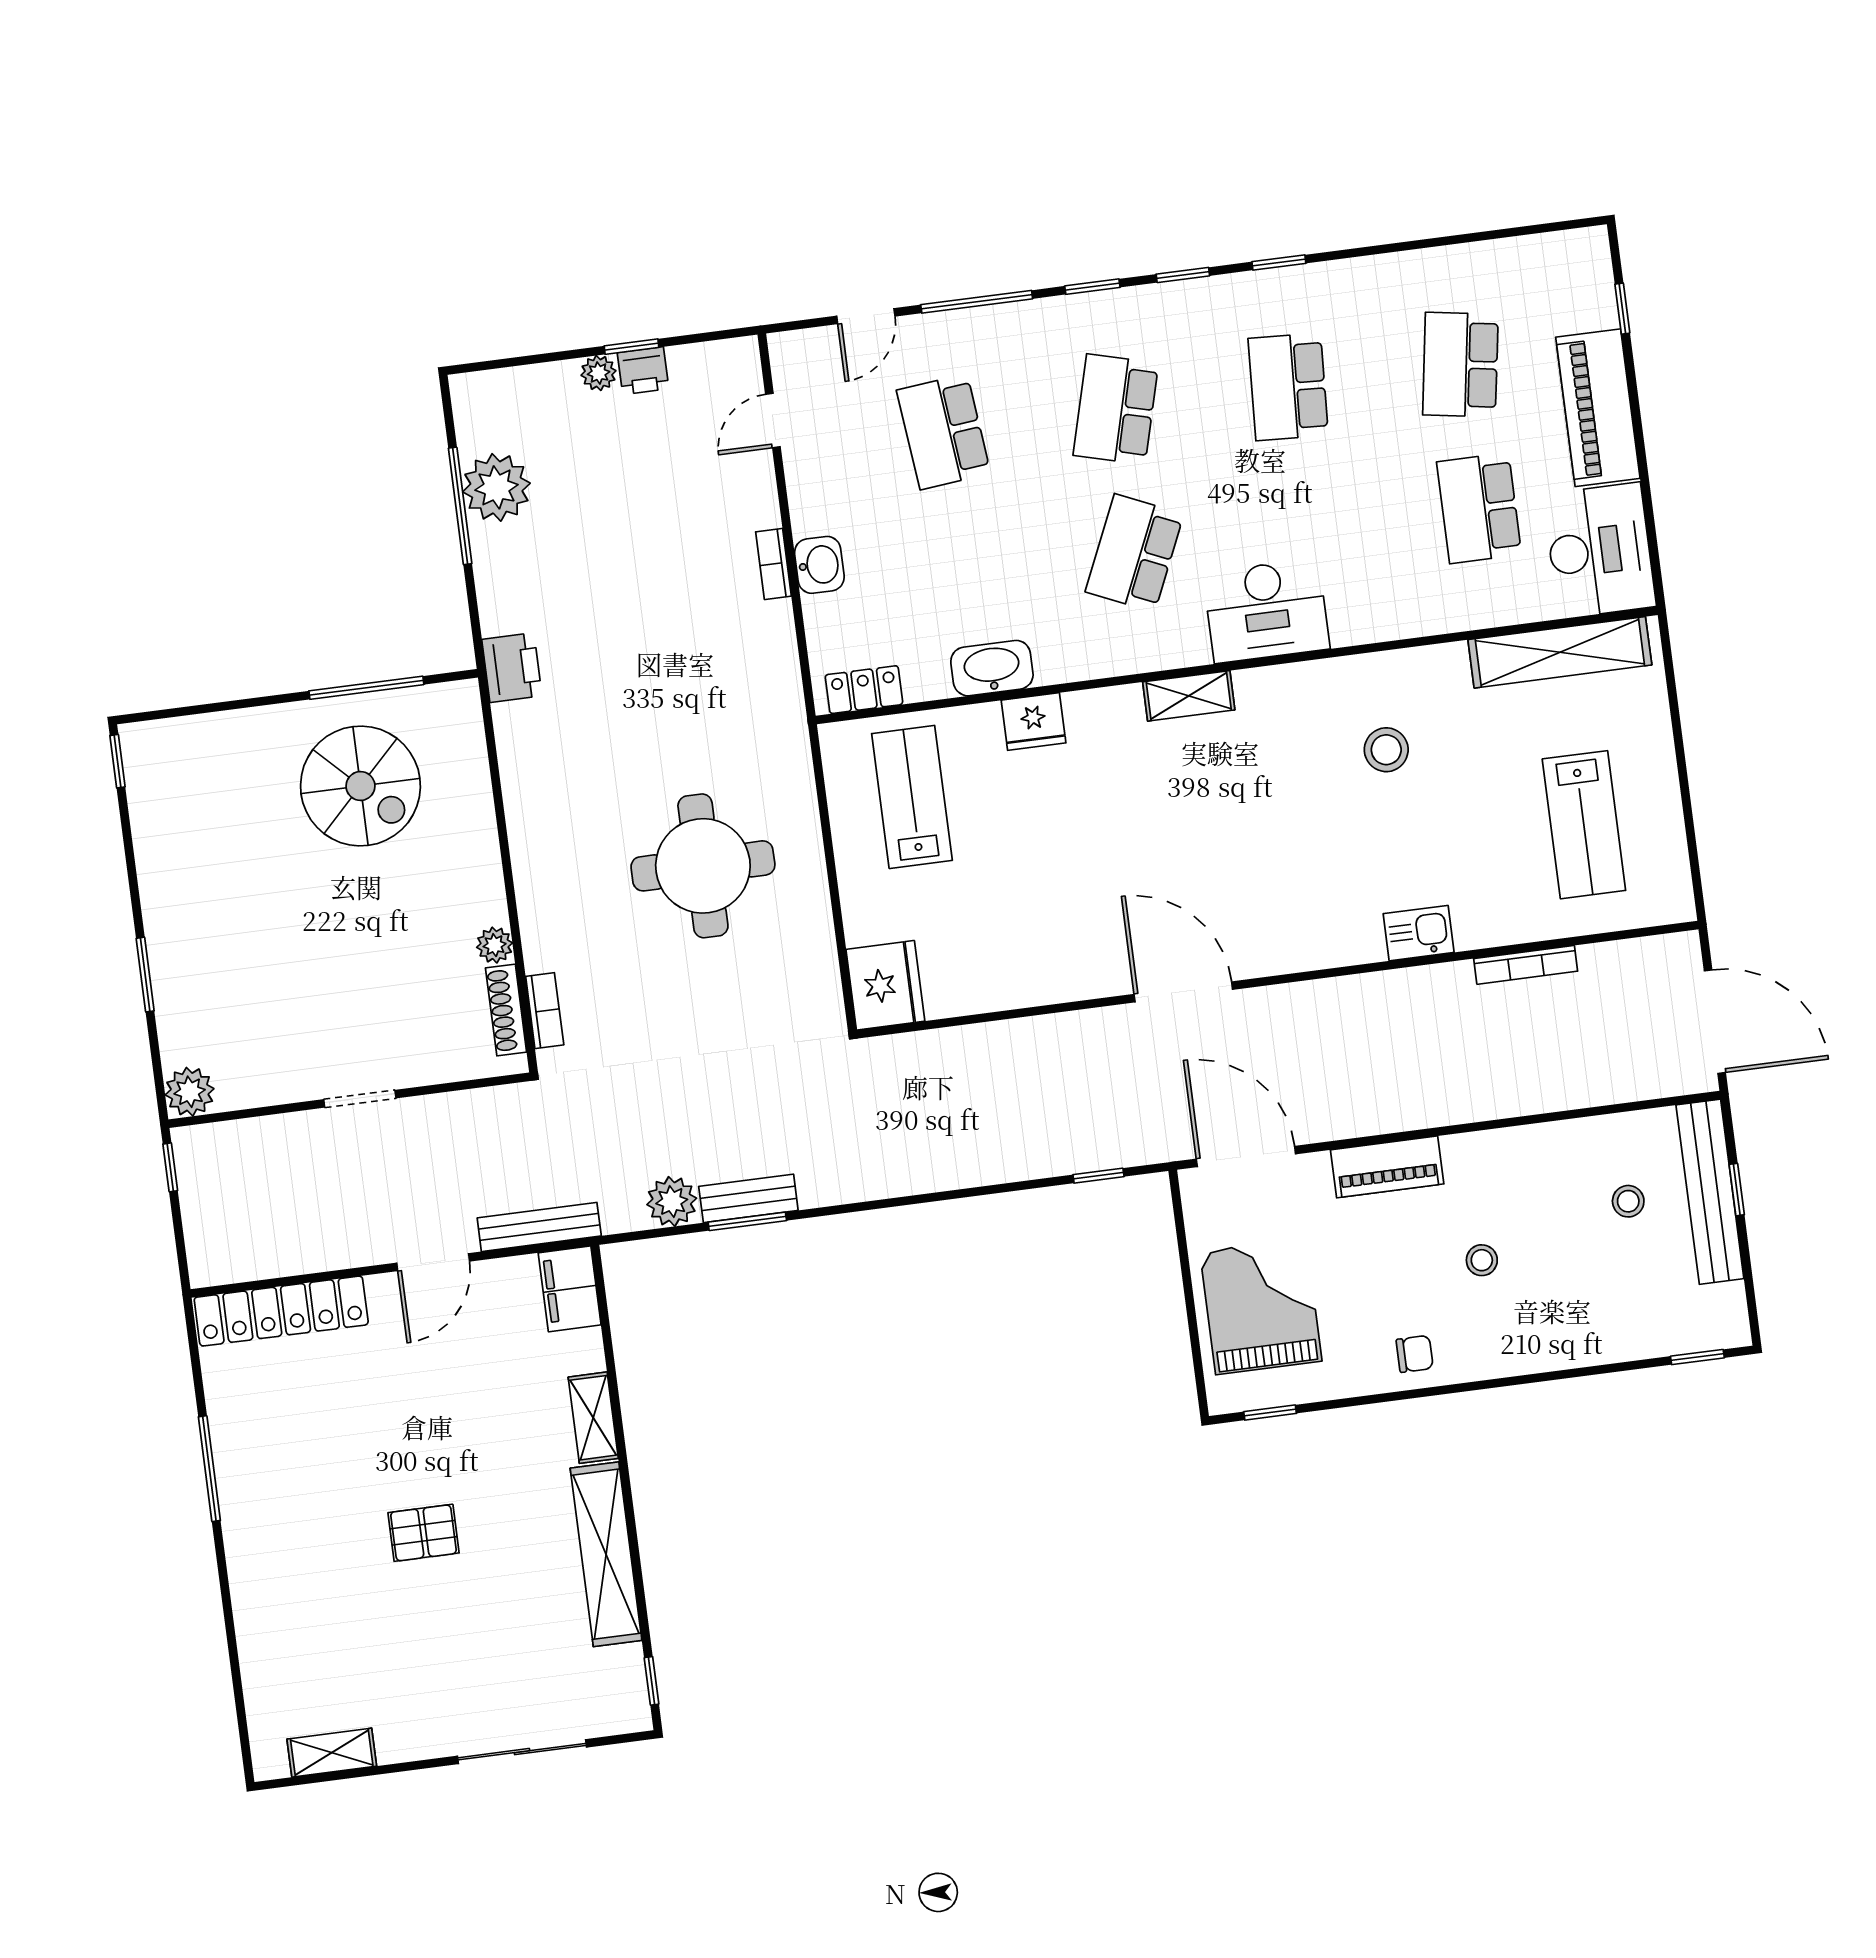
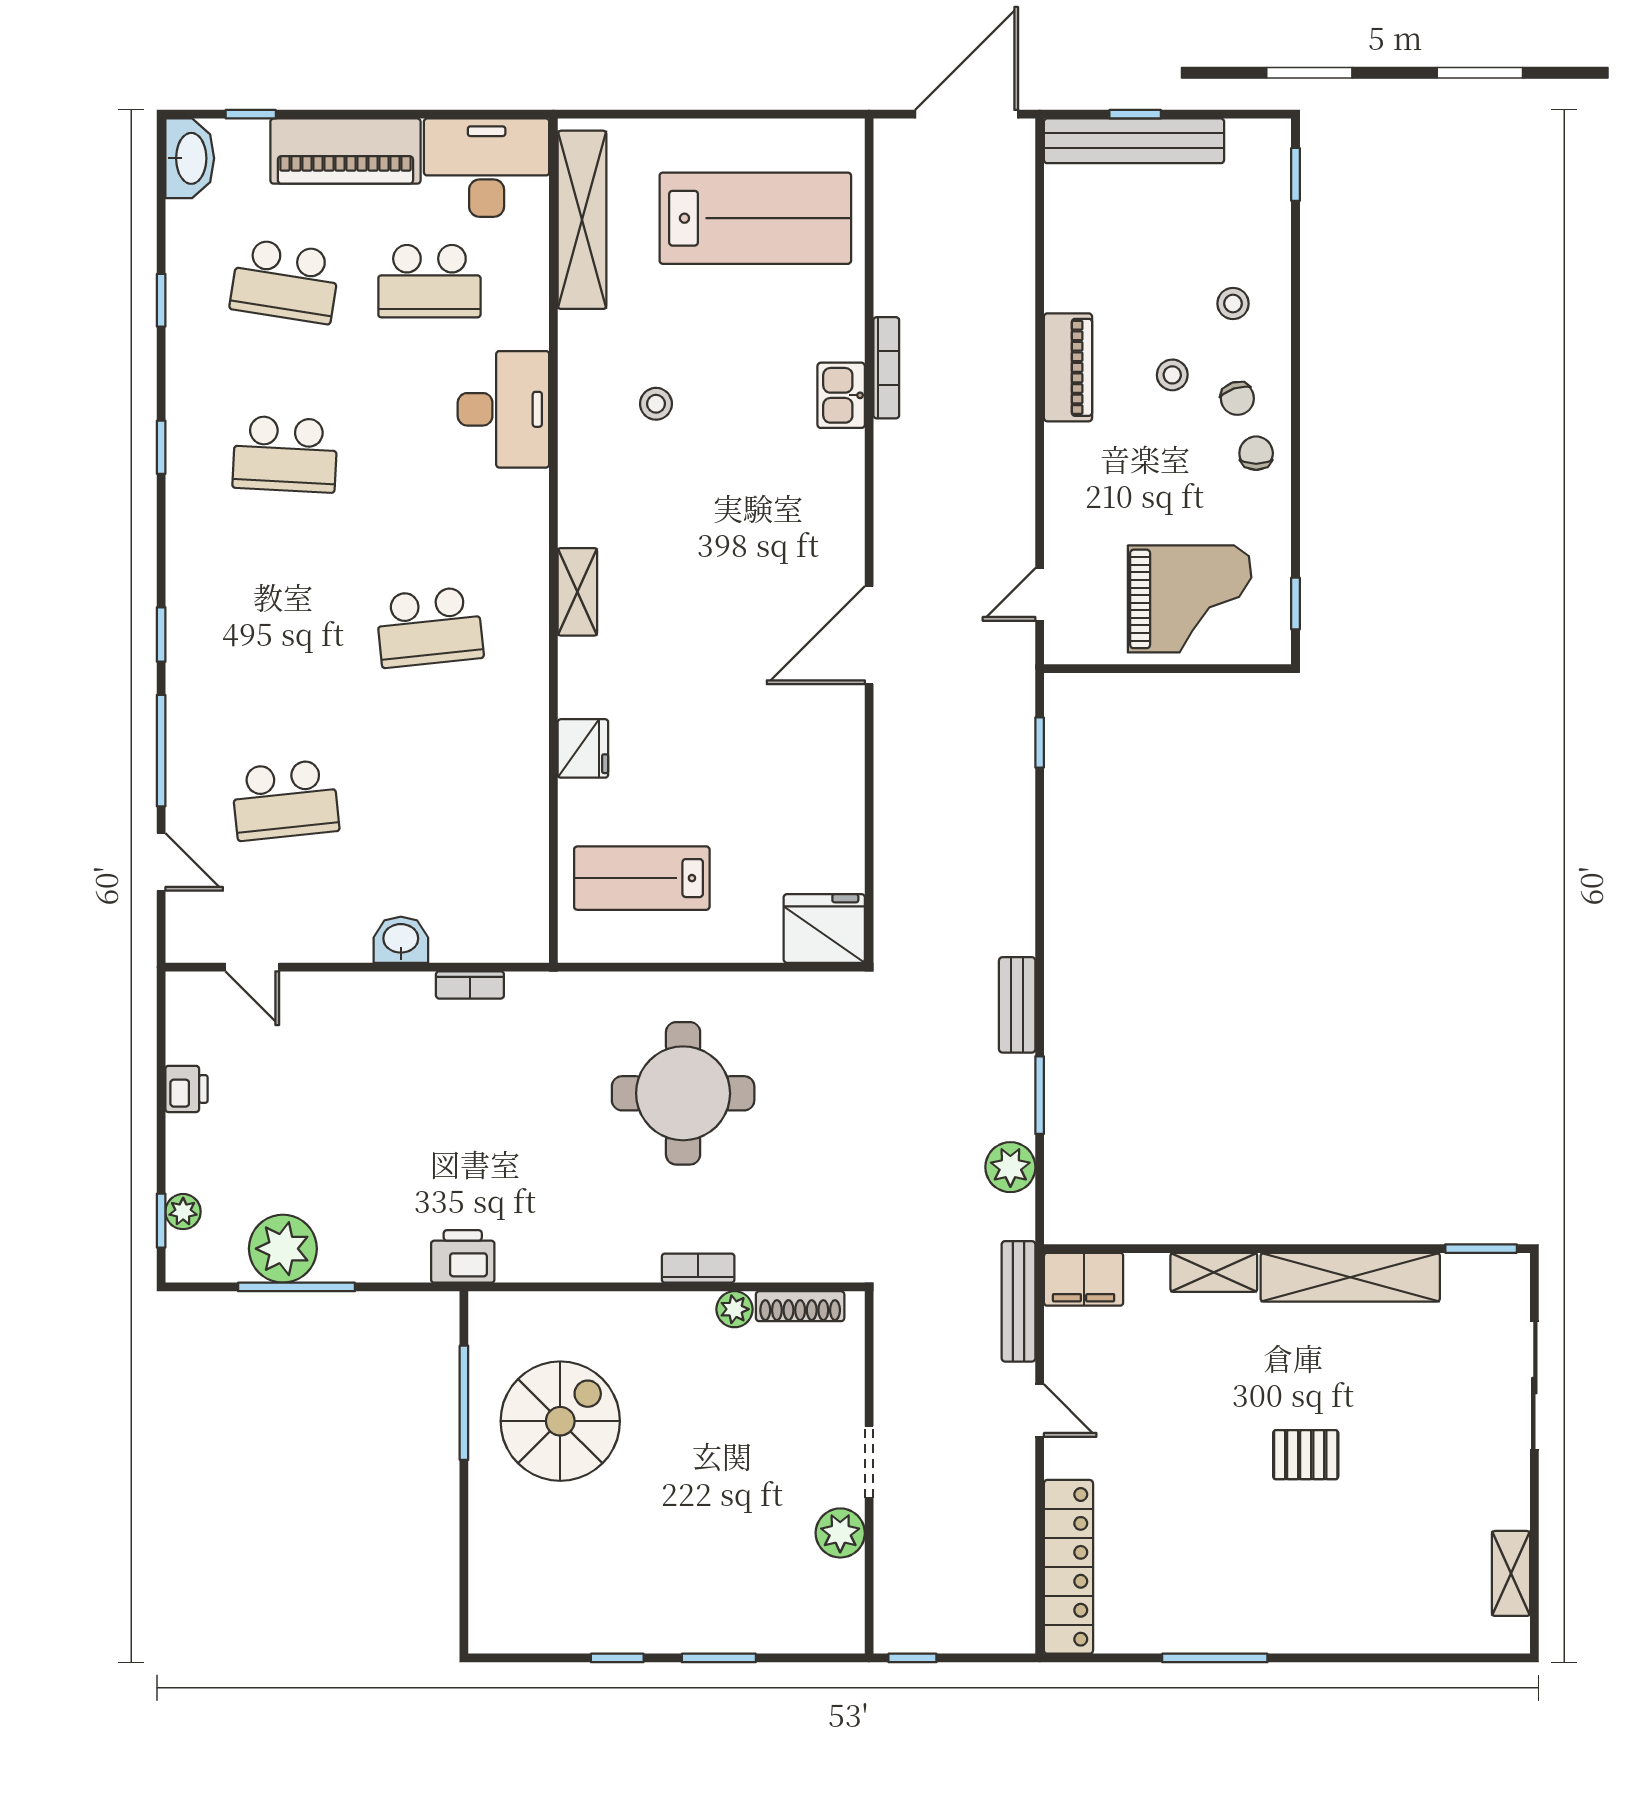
window: (1183, 275) -> (161, 300), moved
window: (632, 347) -> (161, 1221), moved
plant: (599, 373) -> (183, 1212), moved
school desk: (1116, 409) -> (285, 627), removed
school desk: (1134, 553) -> (429, 627), turned -30
bookcase: (773, 564) -> (470, 985), moved
desk: (1266, 611) -> (503, 409), moved
washbasin: (992, 668) -> (190, 158), moved, turned 180
locker: (864, 690) -> (530, 912), removed
stool: (1386, 750) -> (656, 404), width x0.73, depth x0.73
window: (117, 761) -> (617, 1658), moved
lab bench: (1584, 825) -> (755, 218), width x1.36, depth x1.39
bookcase: (1526, 965) -> (886, 368), moved
bookcase: (545, 1011) -> (698, 1268), moved
plant: (190, 1092) -> (840, 1533), moved
door: (1246, 1157) -> (1040, 594), width x0.53
piano: (1387, 1167) -> (1068, 367), moved
bench: (748, 1198) -> (1017, 1005), moved
stool: (1628, 1201) -> (1233, 304), moved
door: (433, 1262) -> (1040, 1411), width x0.73
grand piano: (1261, 1306) -> (1190, 599), turned 180
chair: (1467, 1328) -> (1237, 398), added
pallet: (423, 1533) -> (1306, 1455), turned 90
window: (652, 1681) -> (1481, 1249), width x1.50

